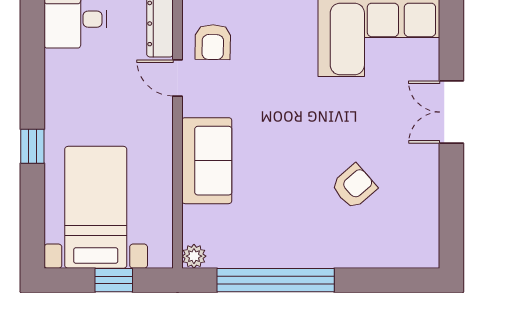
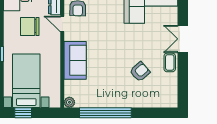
chair: (104, 84) -> (30, 26), added
coffee table: (422, 166) -> (170, 62), added
window: (114, 280) -> (23, 113), moved

